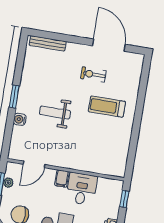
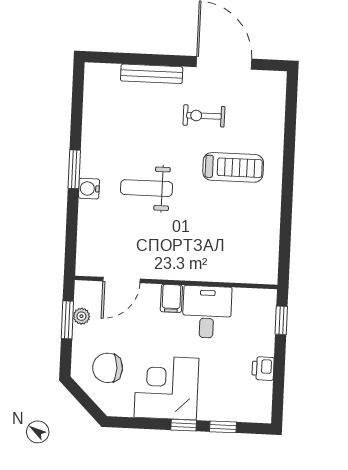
bench: (48, 43) -> (152, 74), moved
treadmill: (107, 107) -> (233, 167), turned 180
water cooler: (20, 119) -> (89, 189), moved

